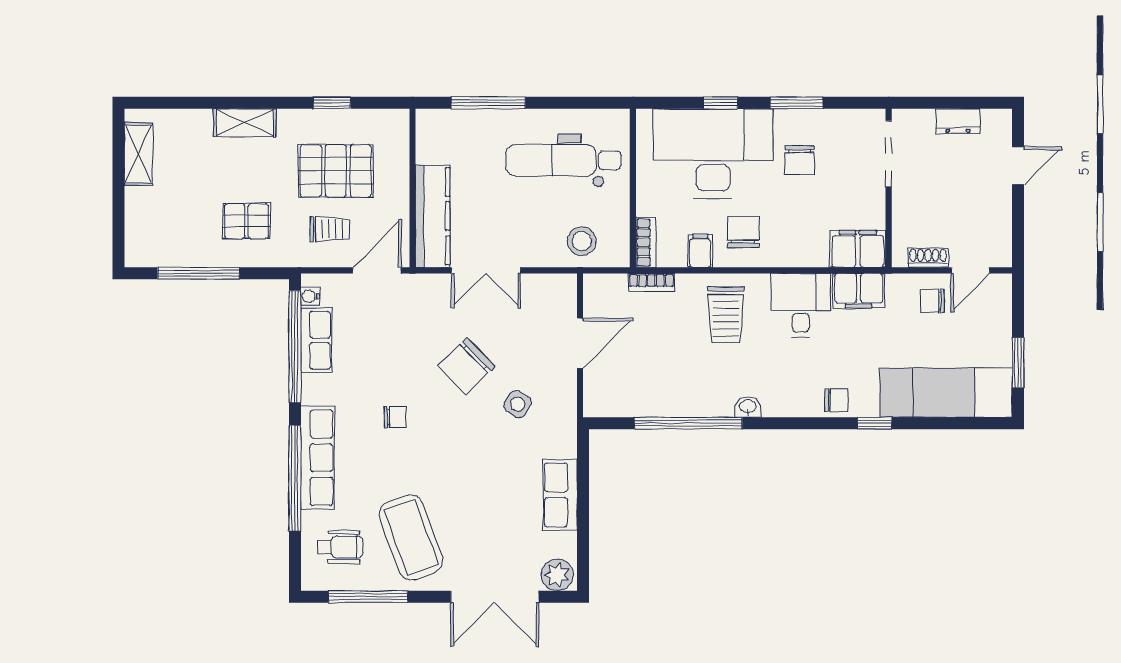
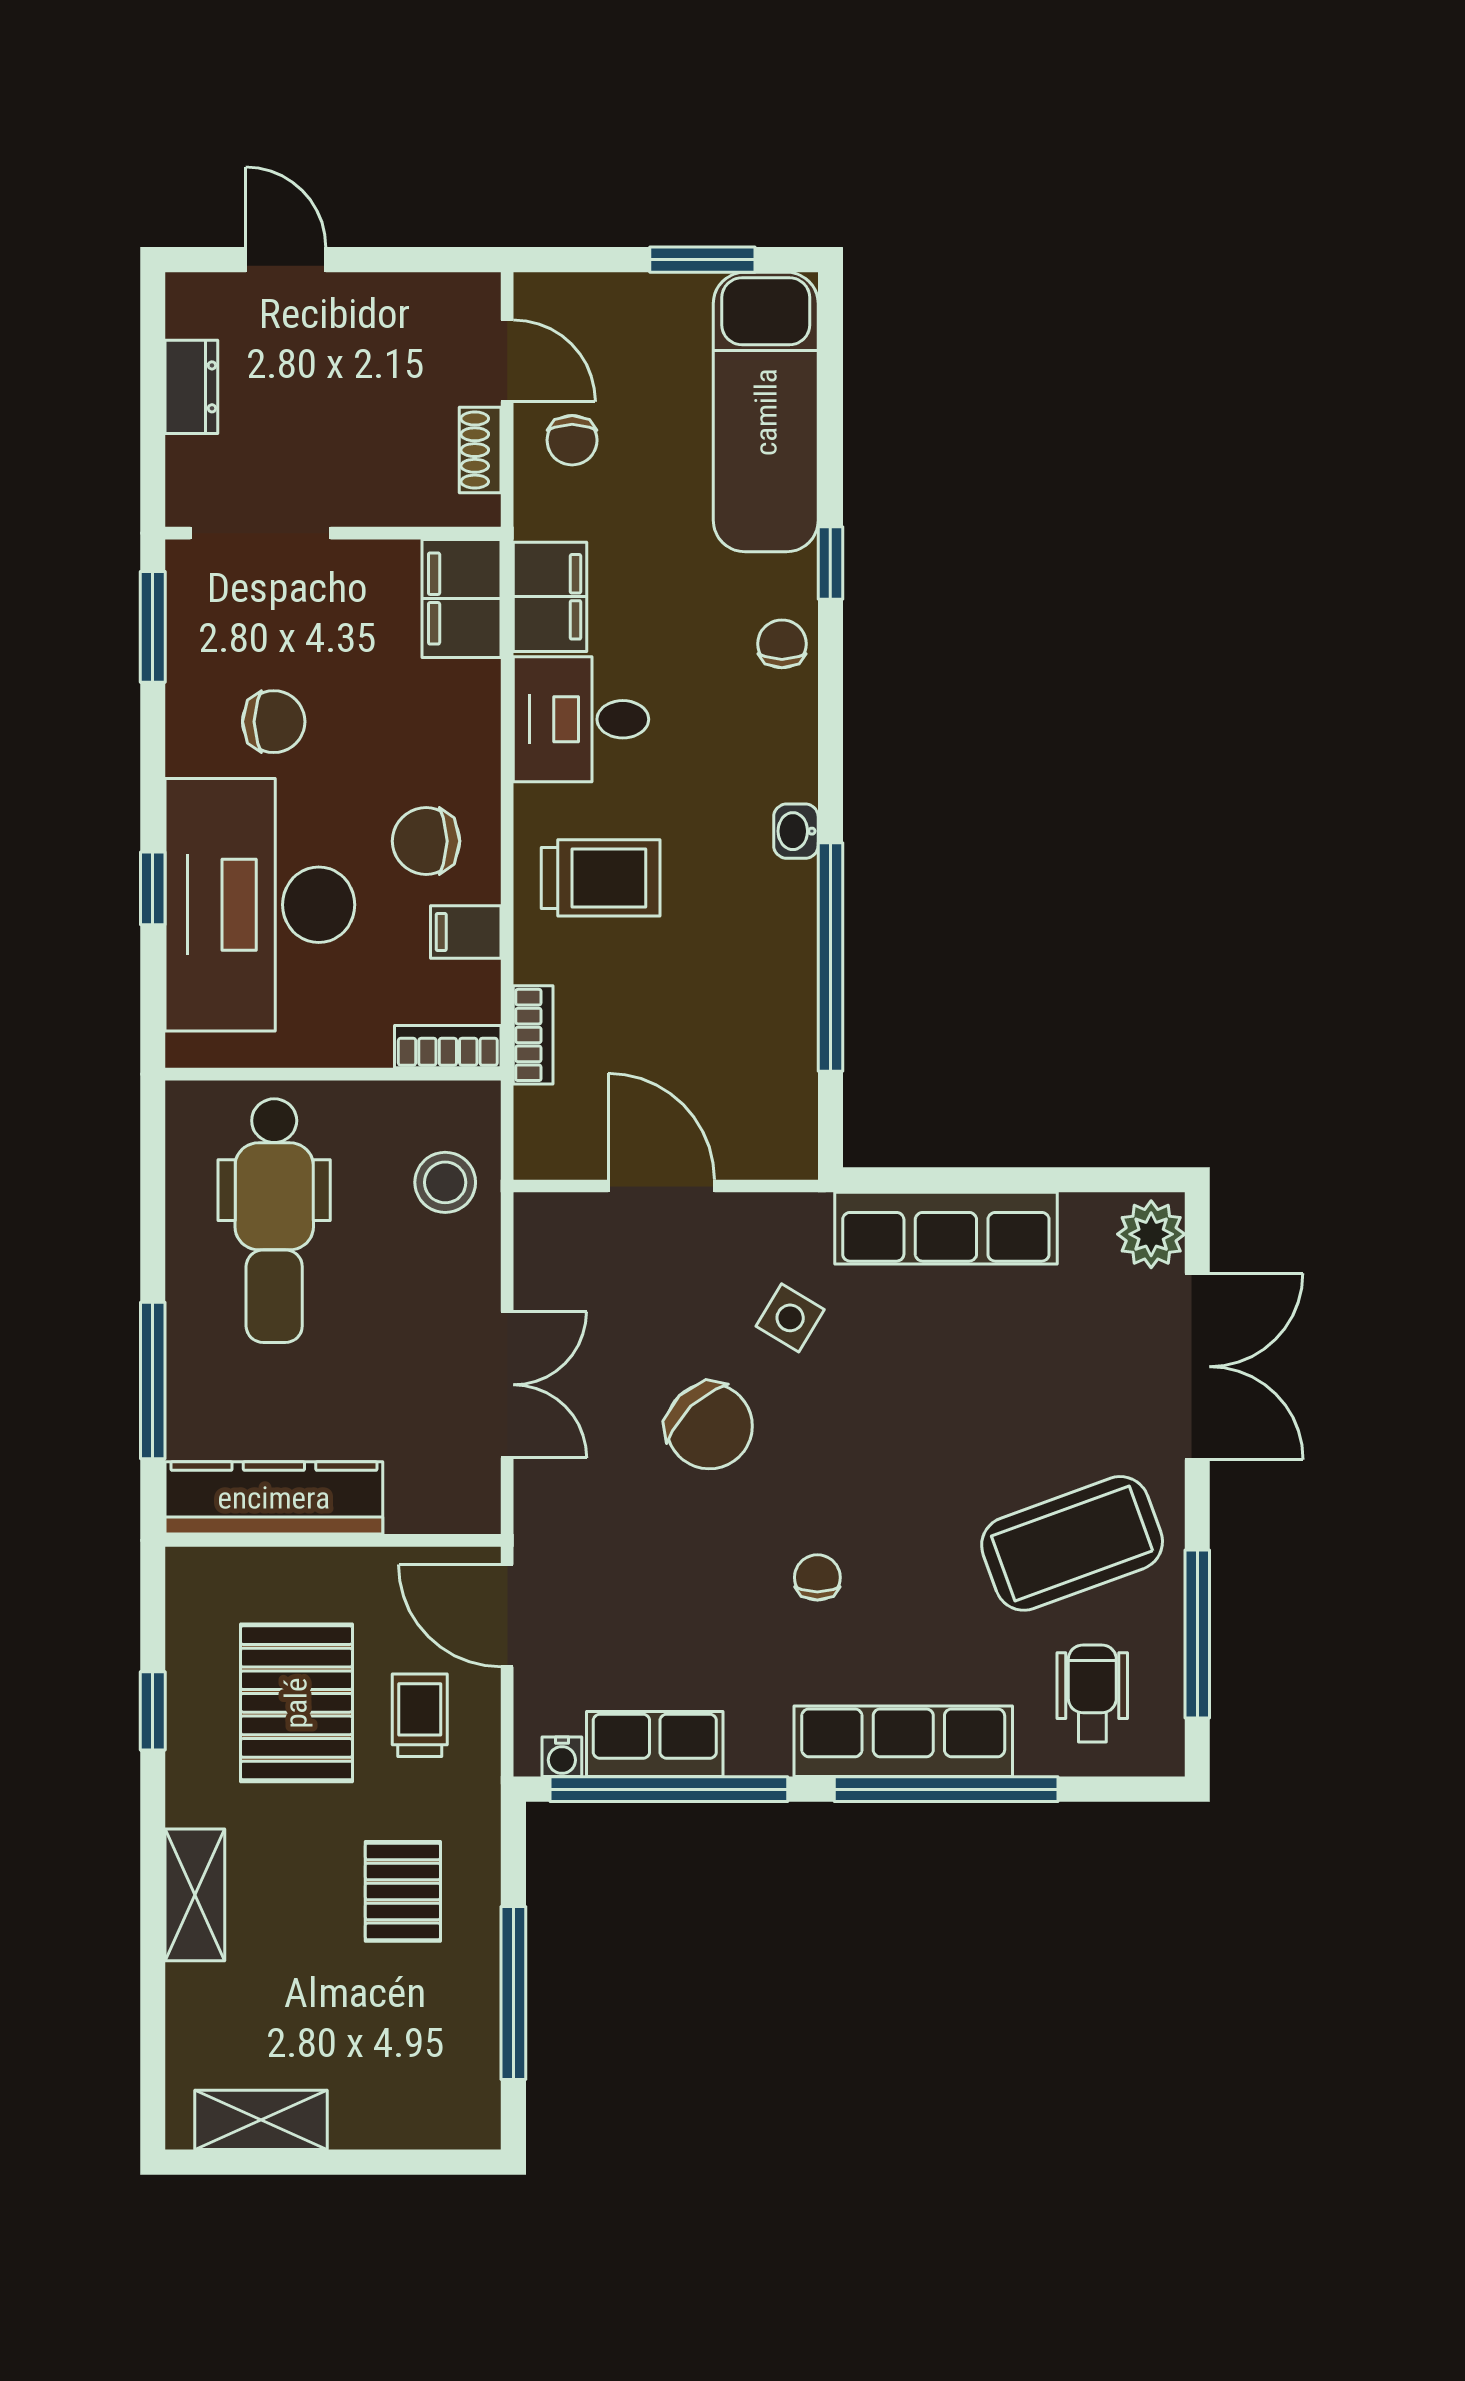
window: (797, 103) -> (153, 627), moved
kitchen counter: (433, 216) -> (274, 1498), moved
row of seats: (560, 495) -> (946, 1228), width x1.48

